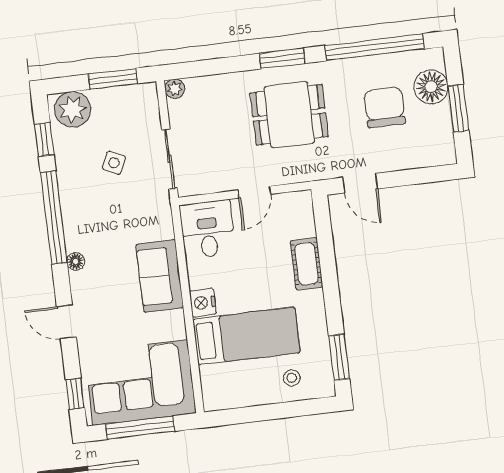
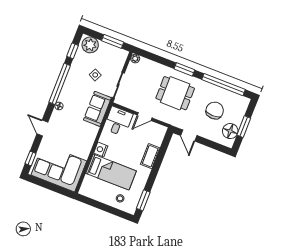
floor lamp: (431, 87) -> (230, 131), moved
sofa: (160, 276) -> (97, 109), moved
window: (140, 428) -> (49, 186), removed

